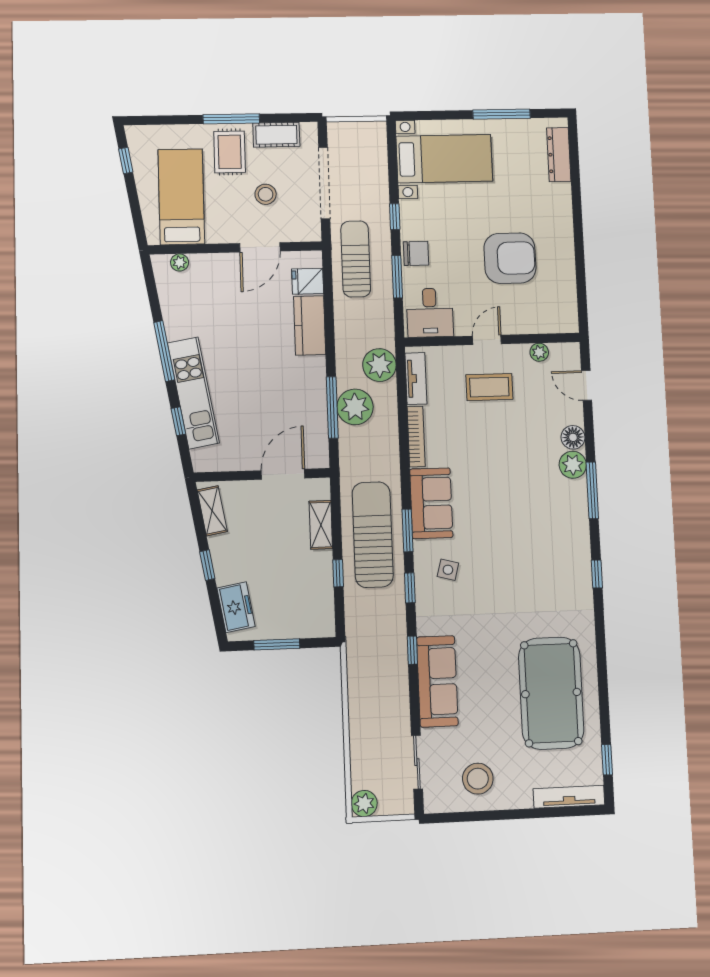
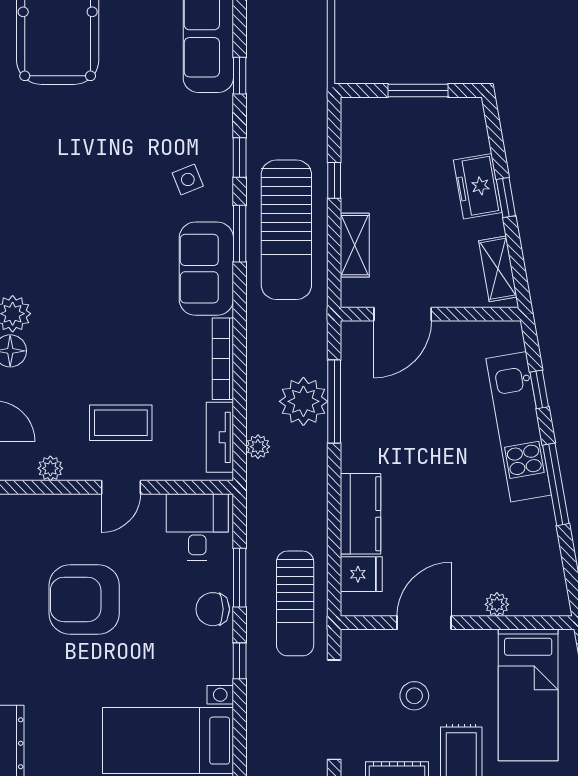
plant: (180, 262) -> (497, 604), moved
plant: (379, 365) -> (258, 447), width x0.53, depth x0.53
side table: (448, 570) -> (188, 179), turned -37
freezer: (236, 607) -> (478, 186), moved

